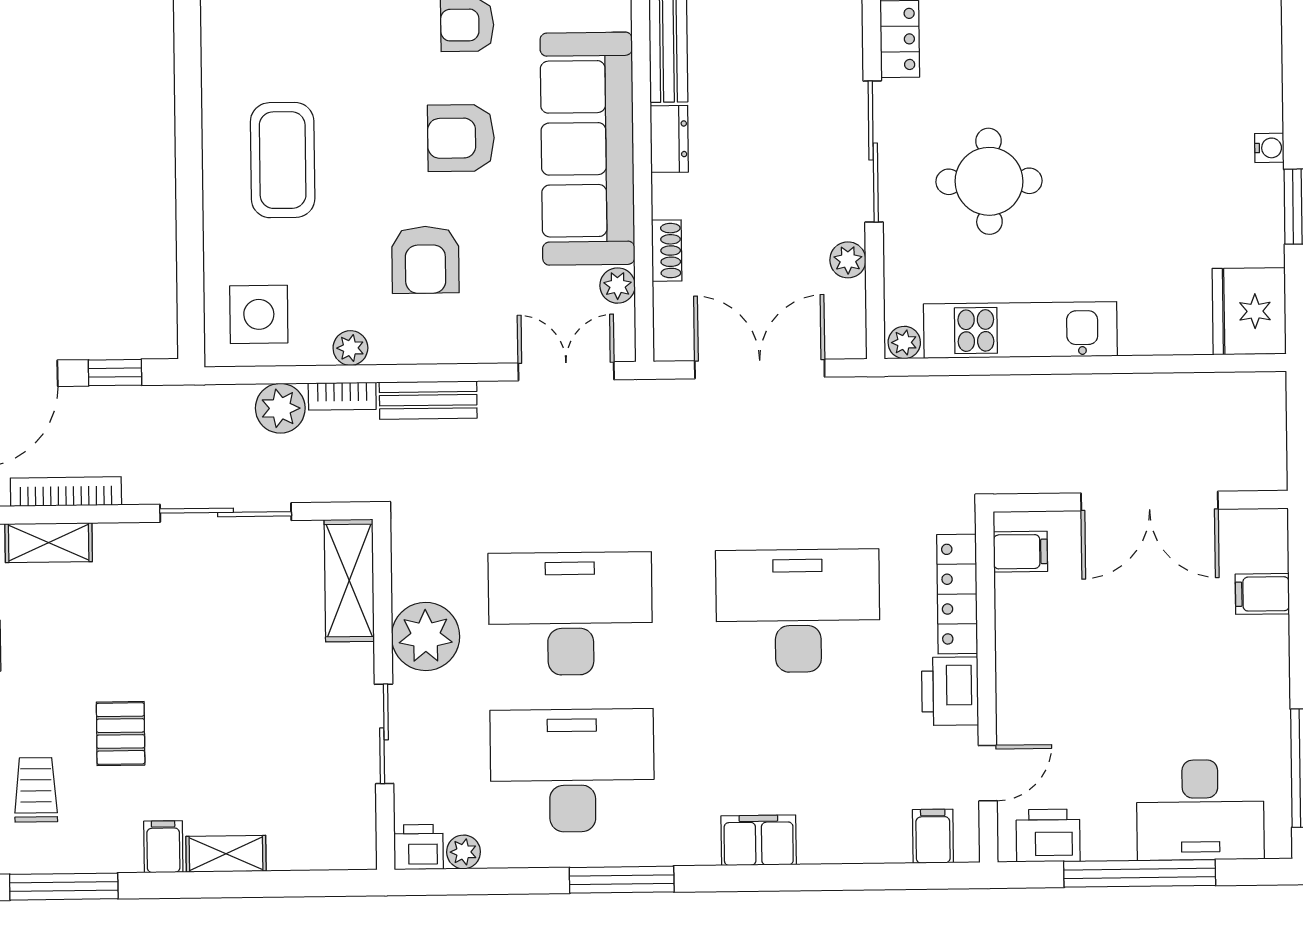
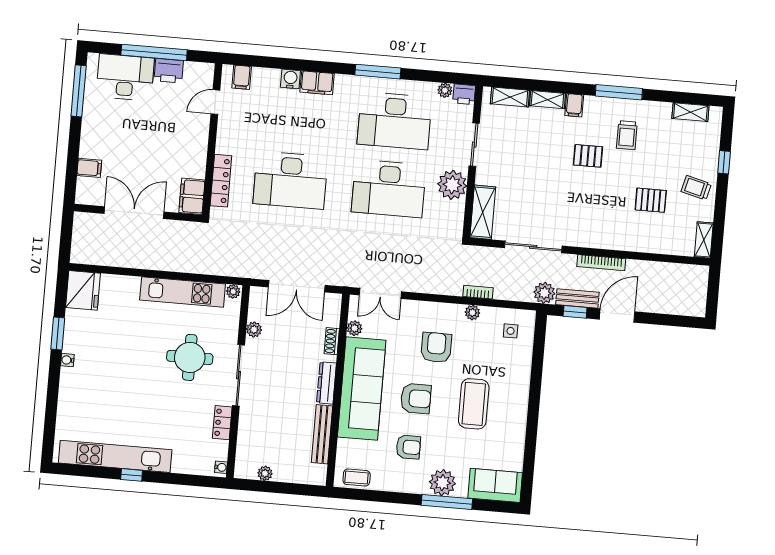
dresser: (669, 139) -> (326, 383), width x1.44
coffee table: (283, 160) -> (474, 404), moved
side table: (259, 314) -> (511, 331), width x0.54, depth x0.54
bench: (428, 400) -> (577, 298), moved
plant: (280, 408) -> (544, 293), moved
shelving: (49, 543) -> (510, 97), moved
filing cabinet: (1020, 552) -> (192, 196), width x2.00
printer: (950, 691) -> (228, 139), removed
pallet: (121, 734) -> (588, 156), turned 90
printer: (1048, 835) -> (169, 71), moved
water cooler: (821, 843) -> (290, 79), added

